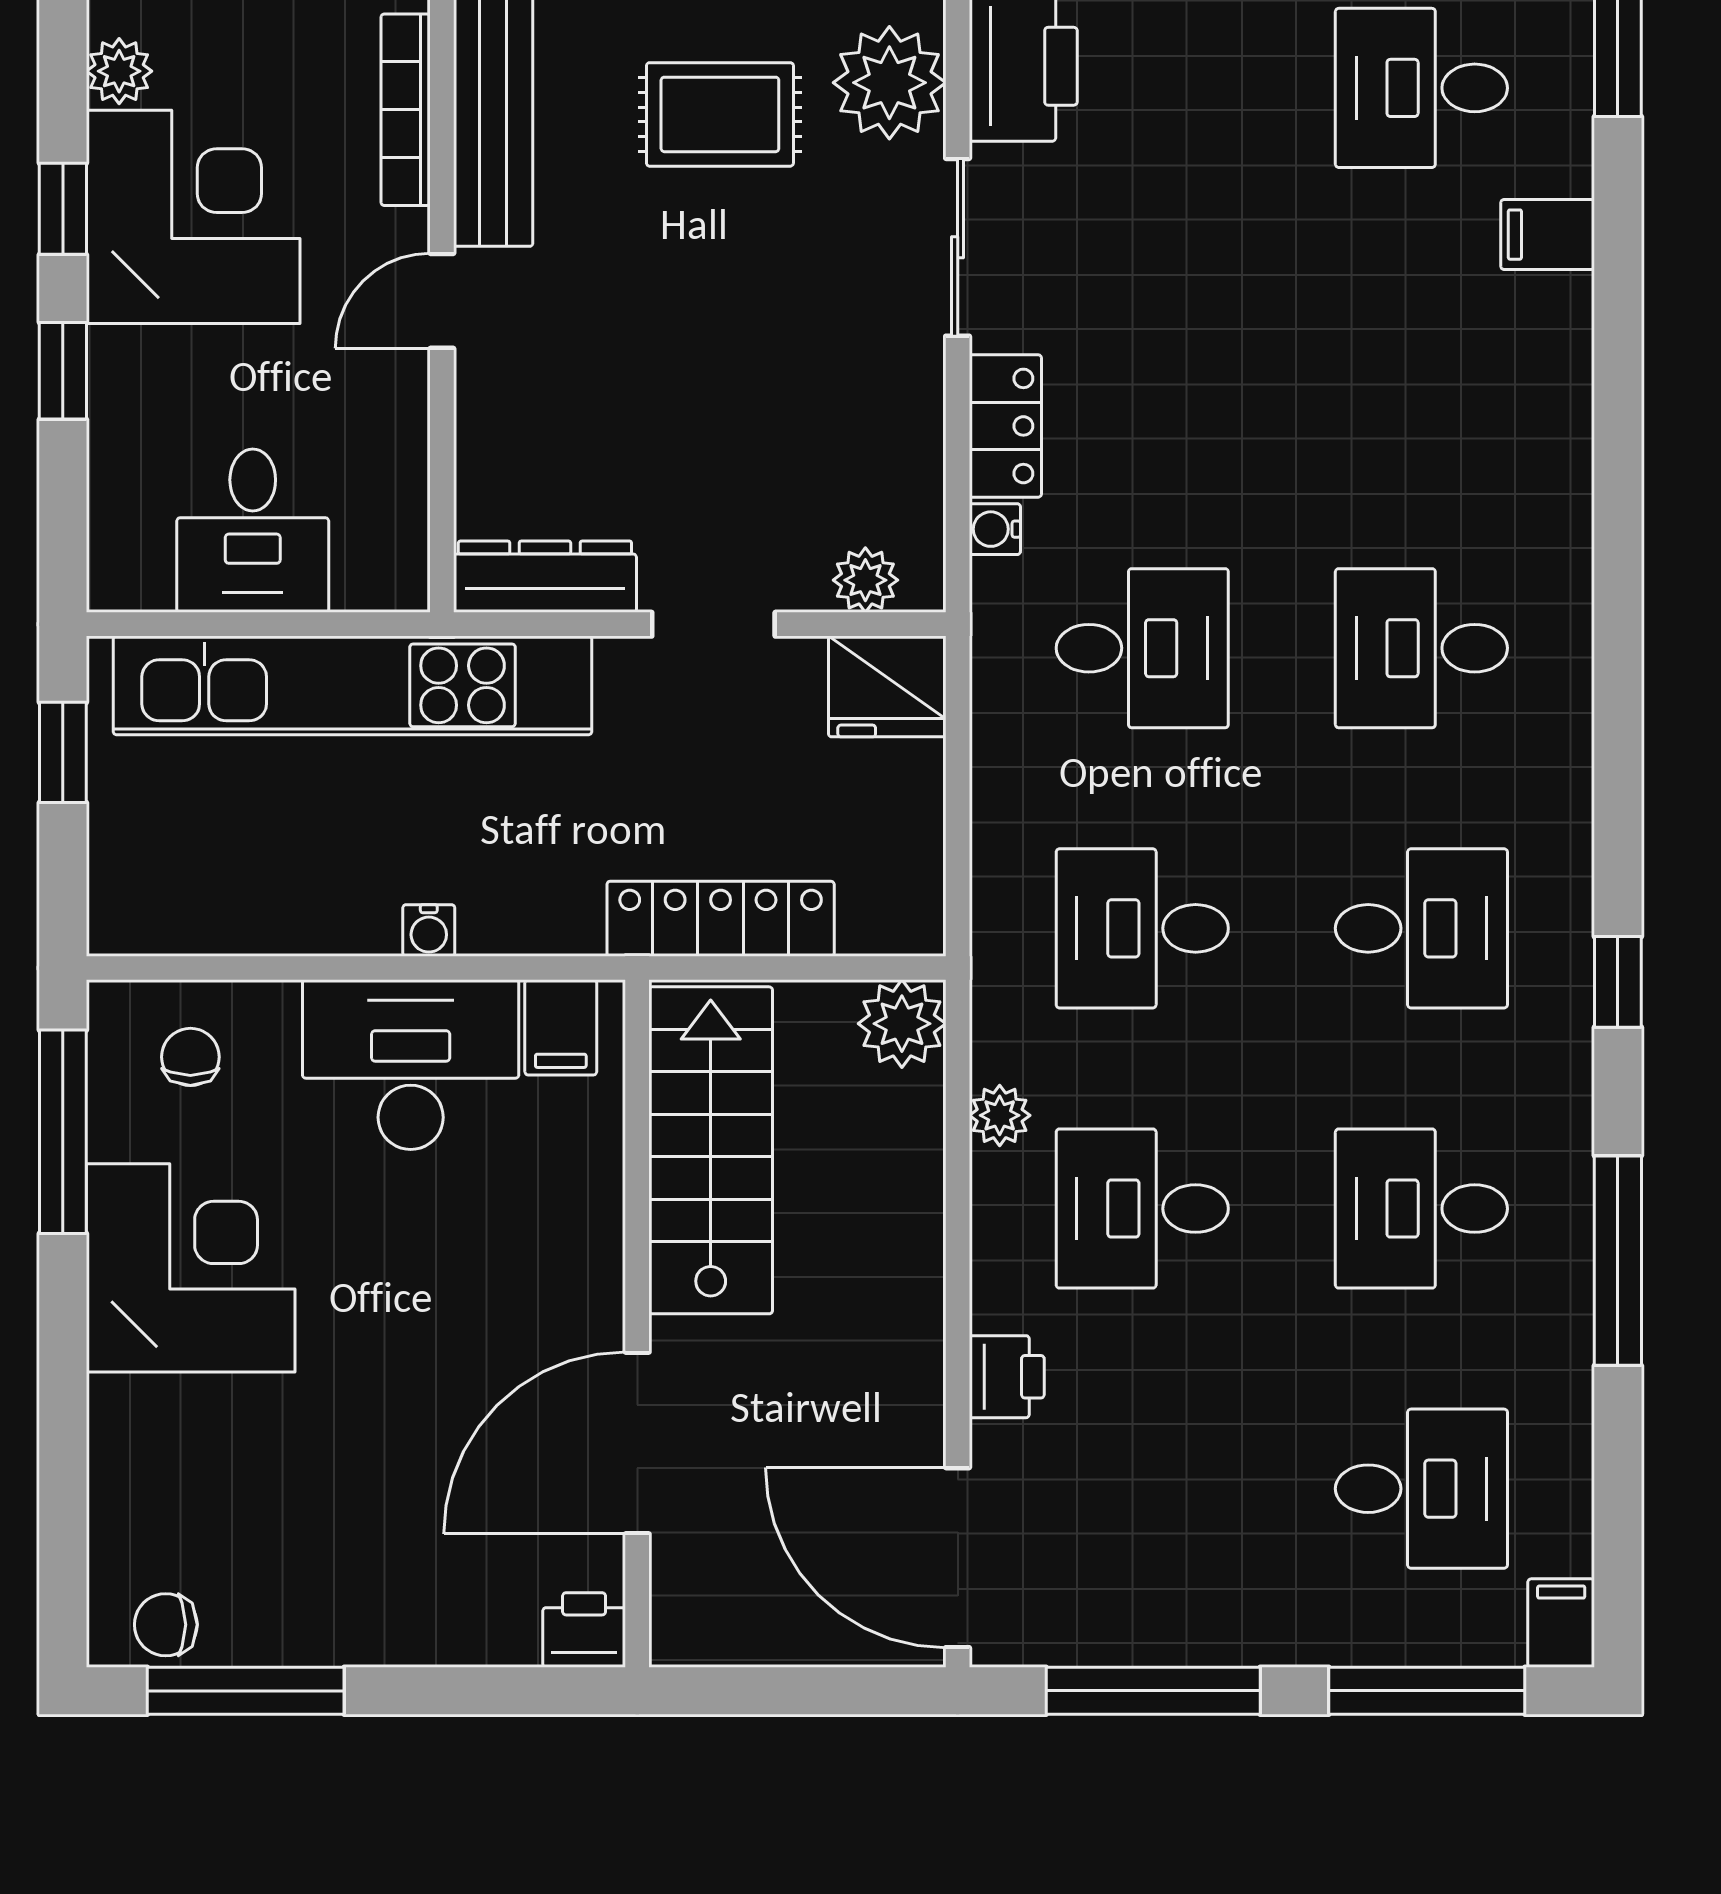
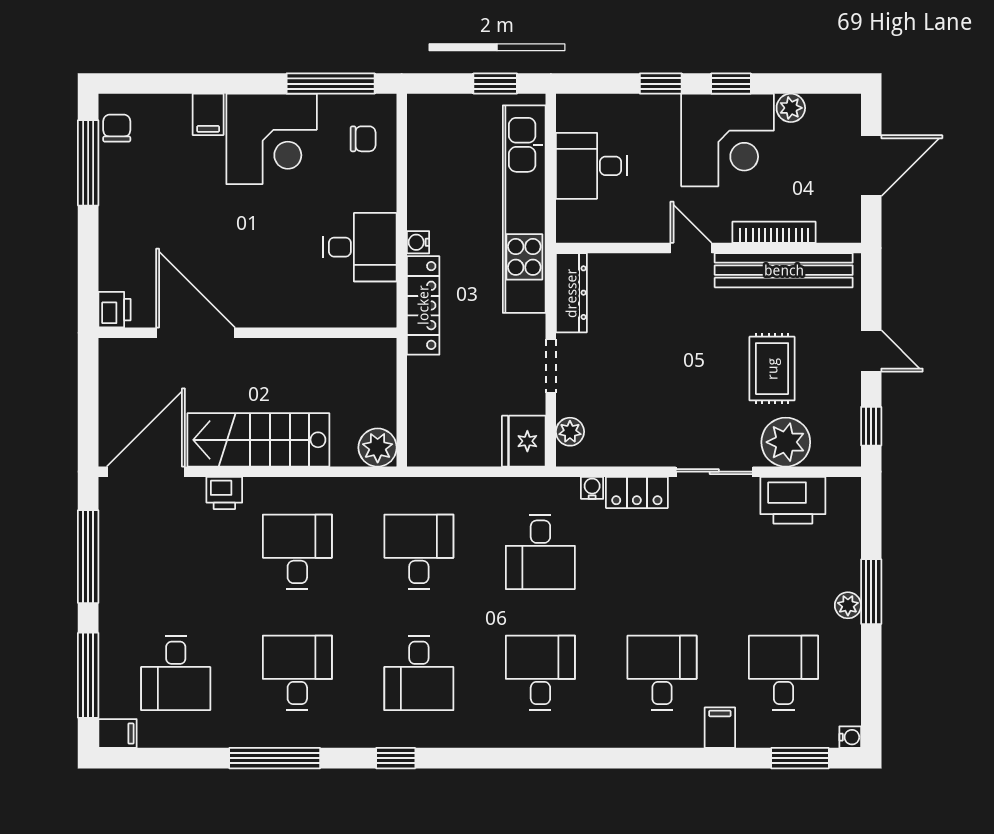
desk: (1421, 368) -> (662, 673), added
locker: (721, 919) -> (423, 305), moved
filing cabinet: (561, 1027) -> (208, 114), moved, turned -90
desk: (411, 1065) -> (360, 247), width x0.73
plant: (1000, 1115) -> (338, 490), removed
stairs: (711, 1150) -> (258, 440), moved, turned 180

